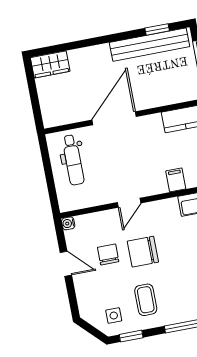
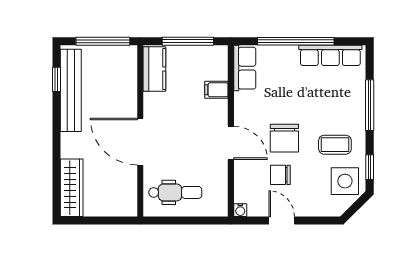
wardrobe: (50, 64) -> (72, 188), width x1.50
door: (129, 203) -> (231, 143), width x1.38
door: (66, 264) -> (282, 220), hinge flipped
side table: (114, 316) -> (345, 181), width x1.87, depth x1.87

